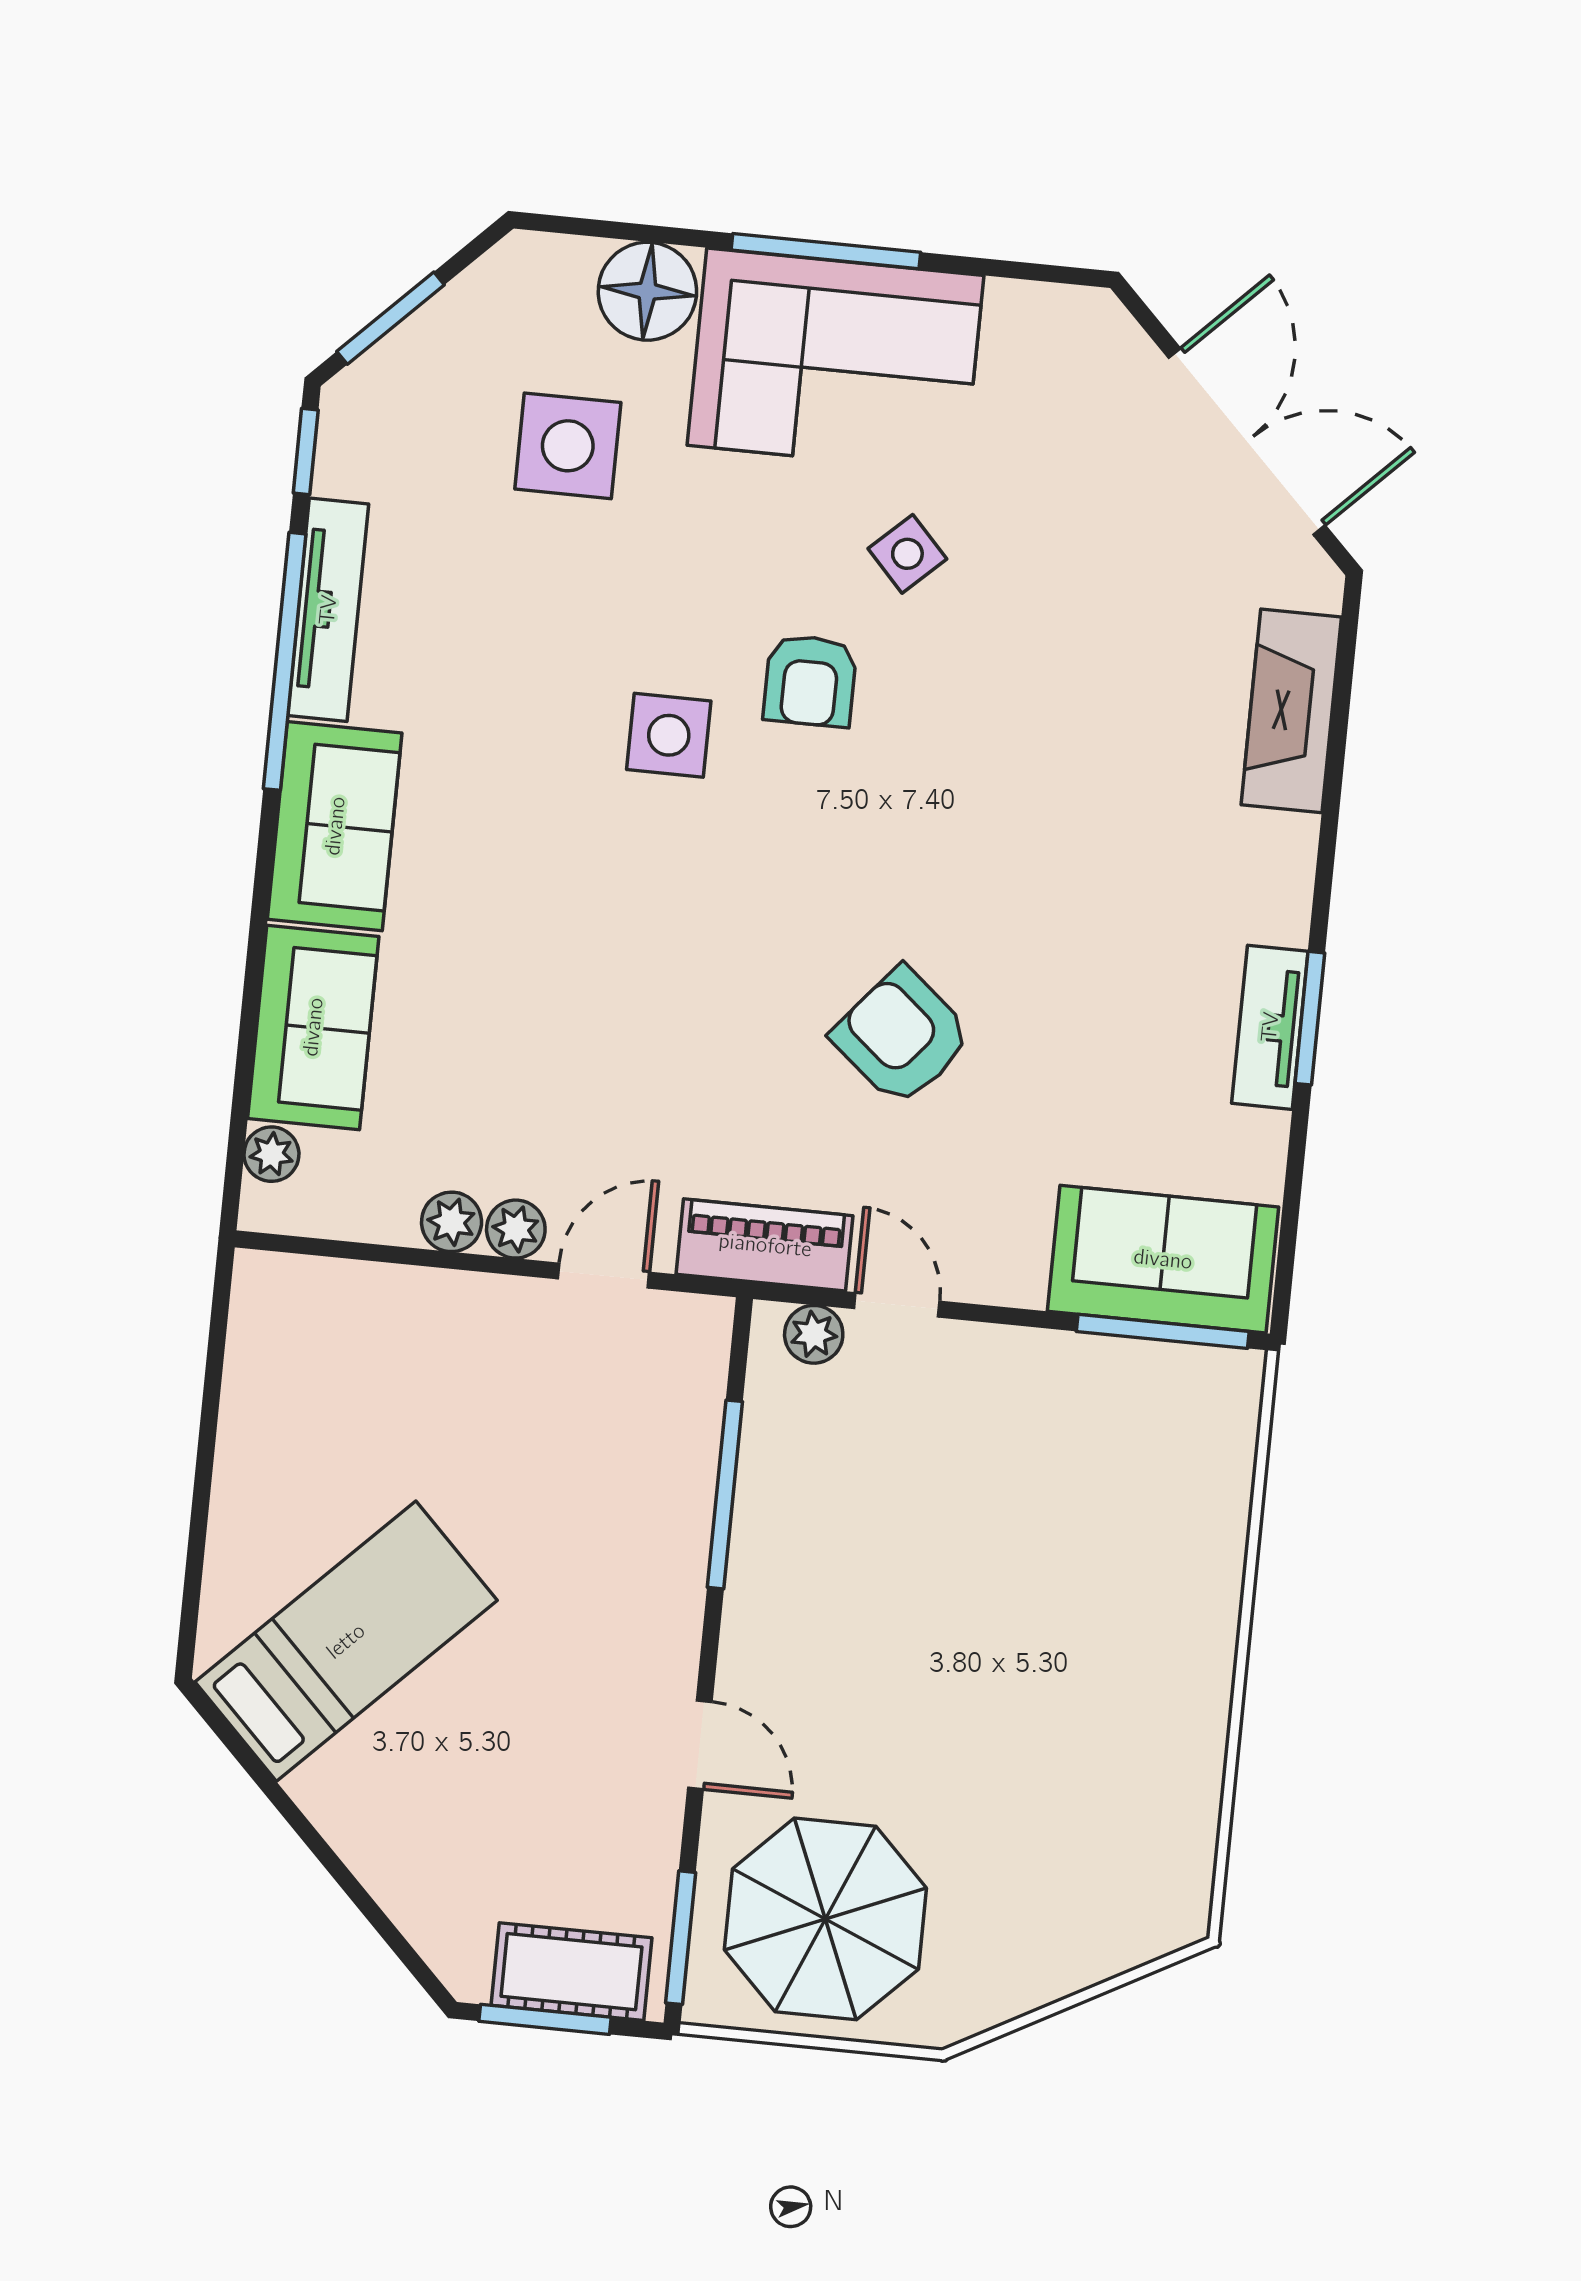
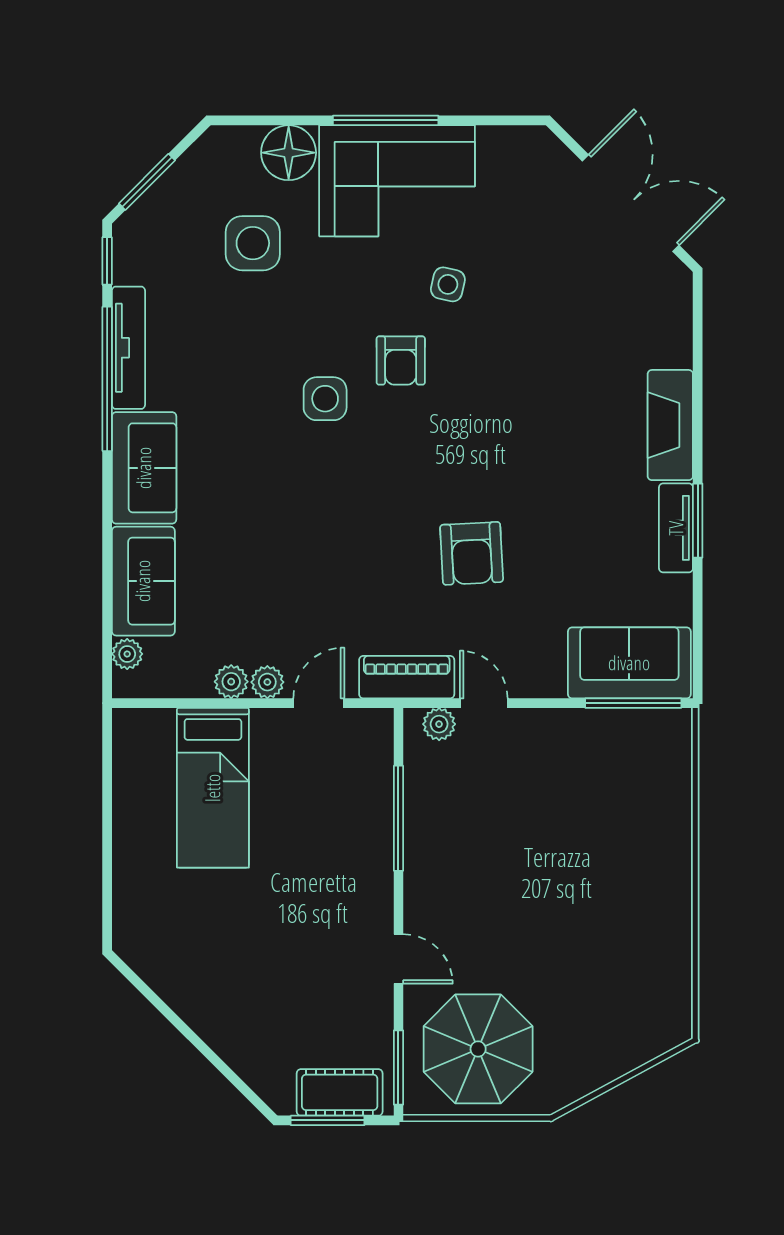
side table: (907, 554) -> (448, 284), turned -34
fireplace: (1291, 711) -> (670, 425), moved
armchair: (902, 1036) -> (472, 553), turned -133
bed: (346, 1641) -> (213, 788), moved, turned 135

